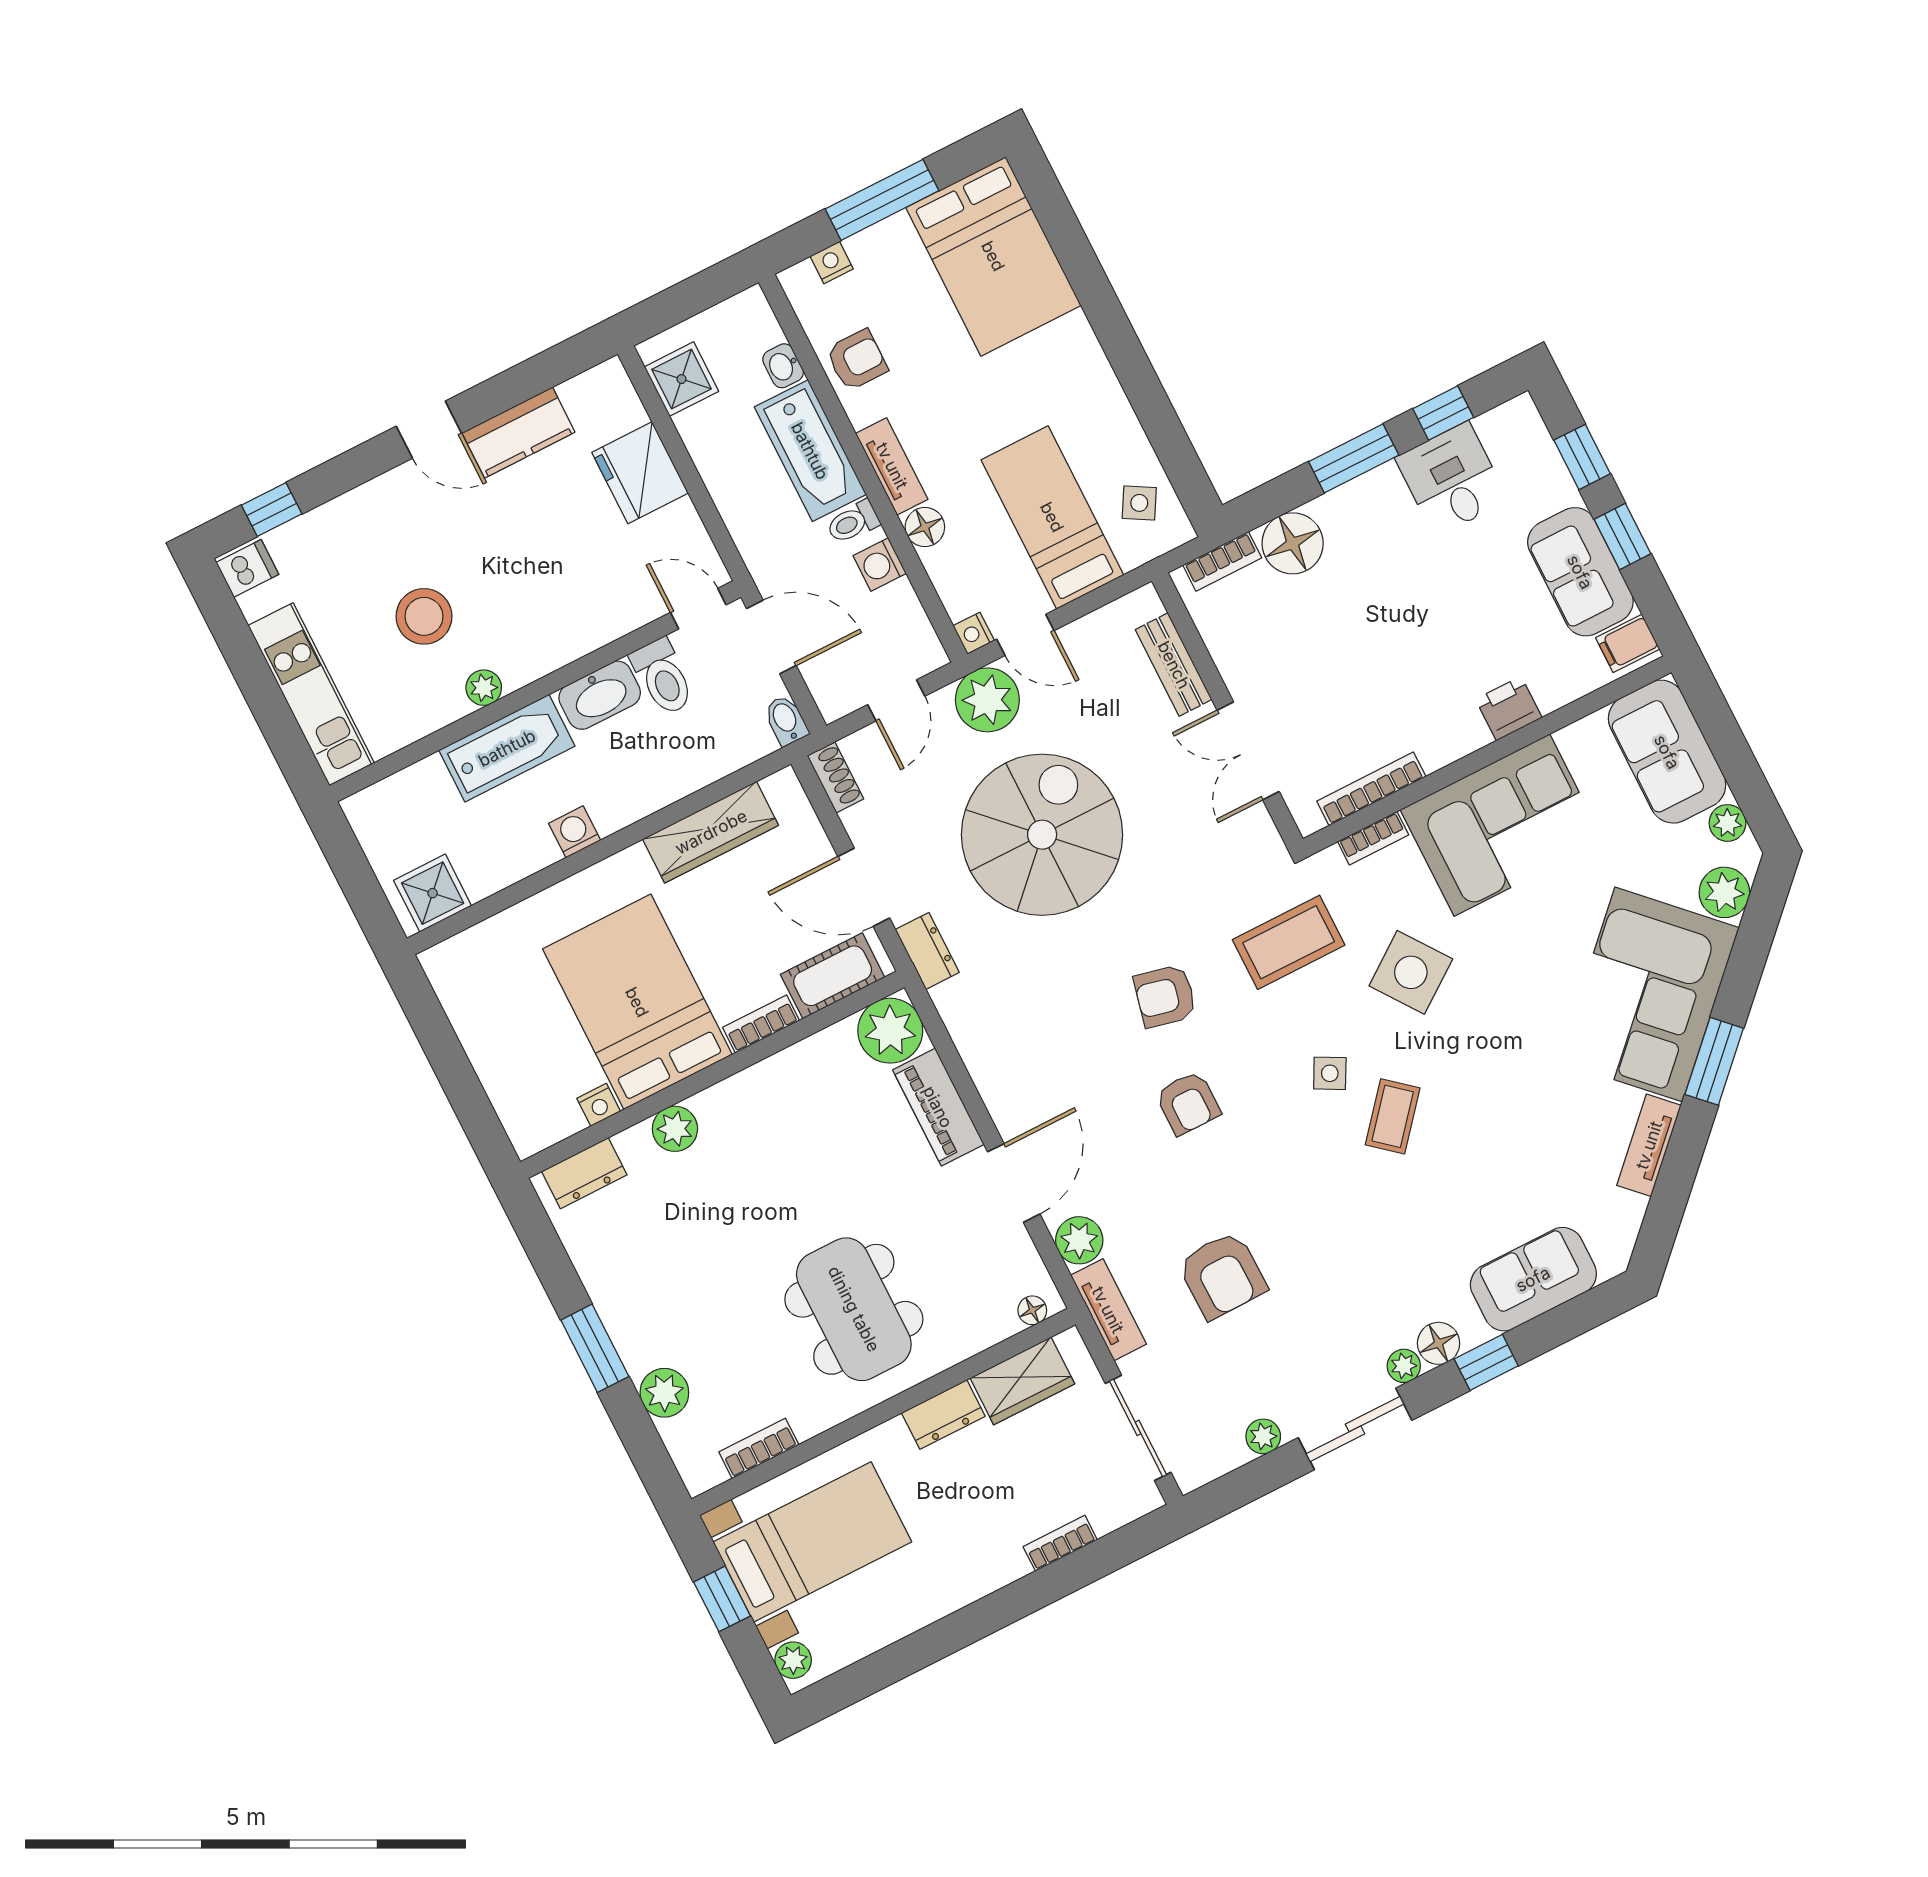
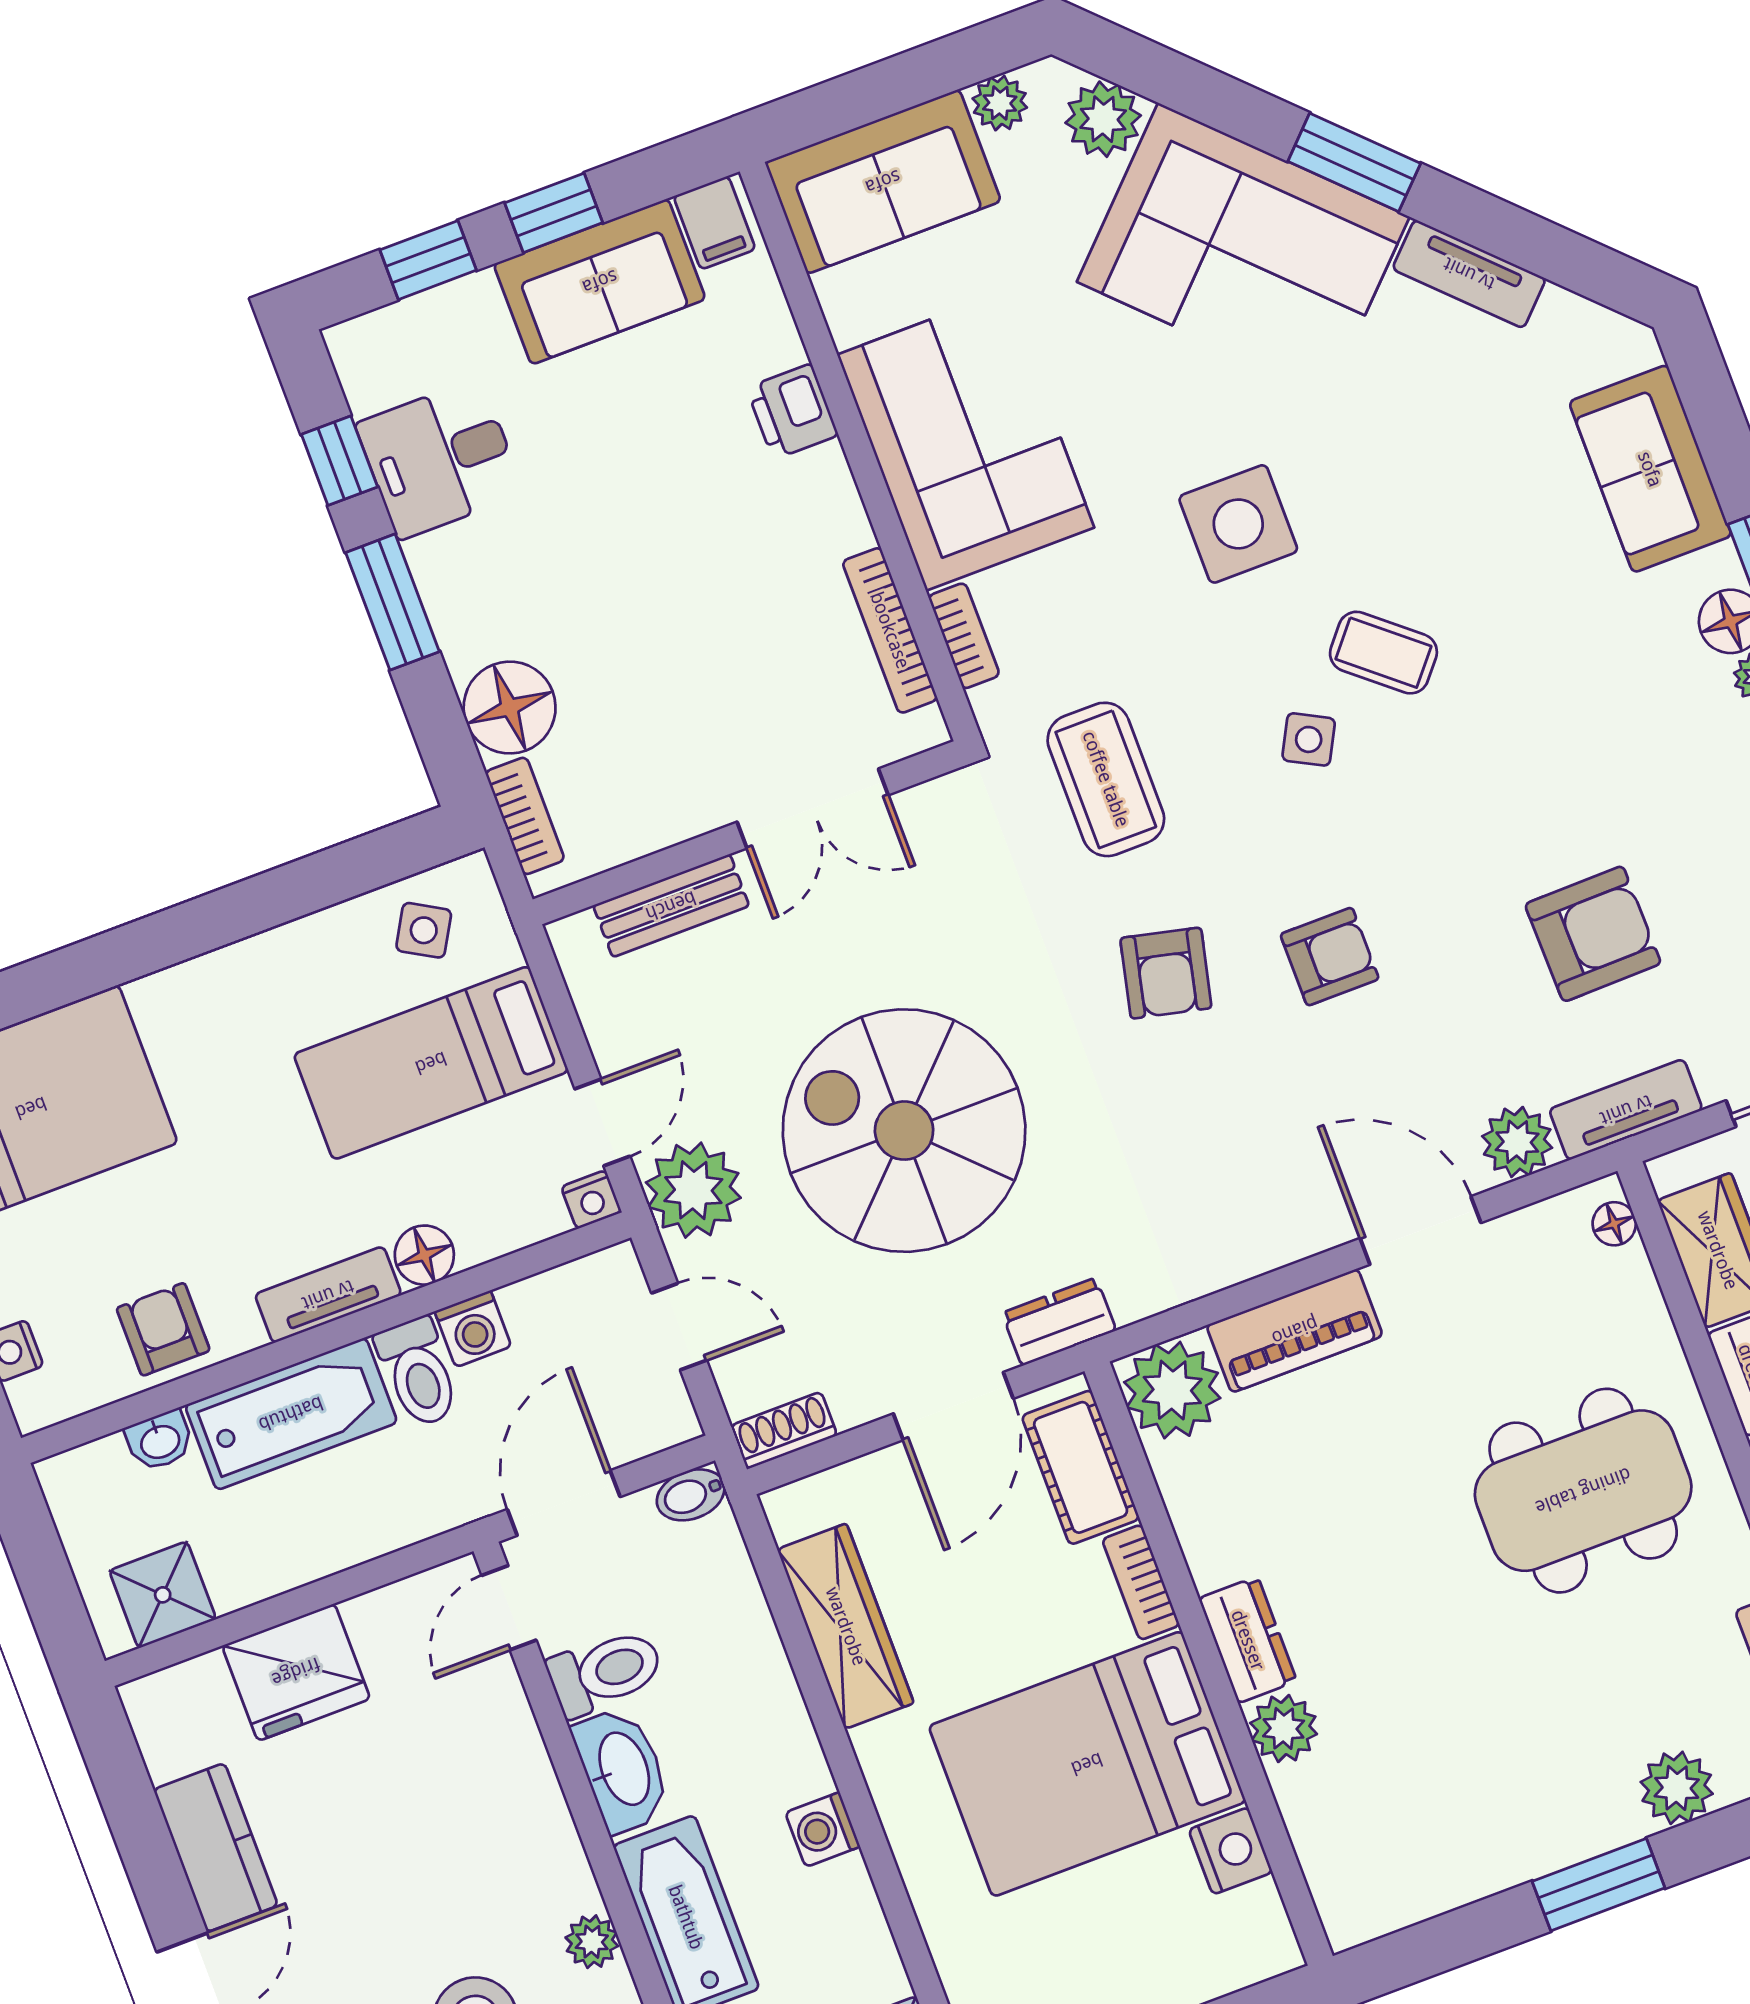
toilet: (853, 522) -> (418, 1372), width x1.37, depth x1.39
side table: (1411, 972) -> (1238, 524), moved, turned 36
nightstand: (599, 1105) -> (1231, 1851), width x1.39, depth x1.35
dresser: (584, 1173) -> (1248, 1640), moved

